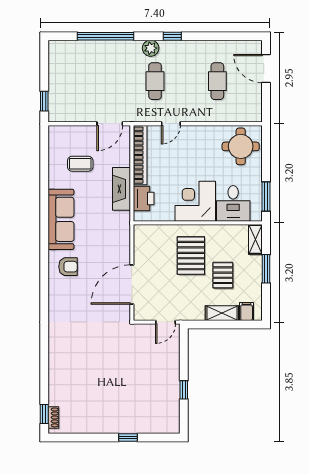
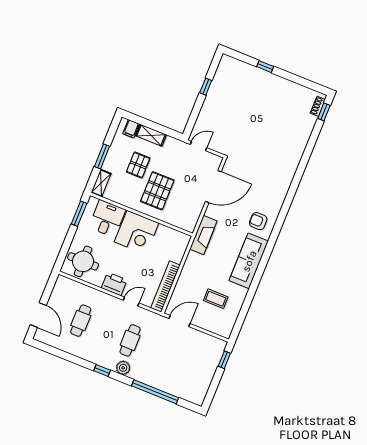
fireplace: (121, 189) -> (203, 235), moved
printer: (144, 198) -> (114, 284), moved, turned 90

